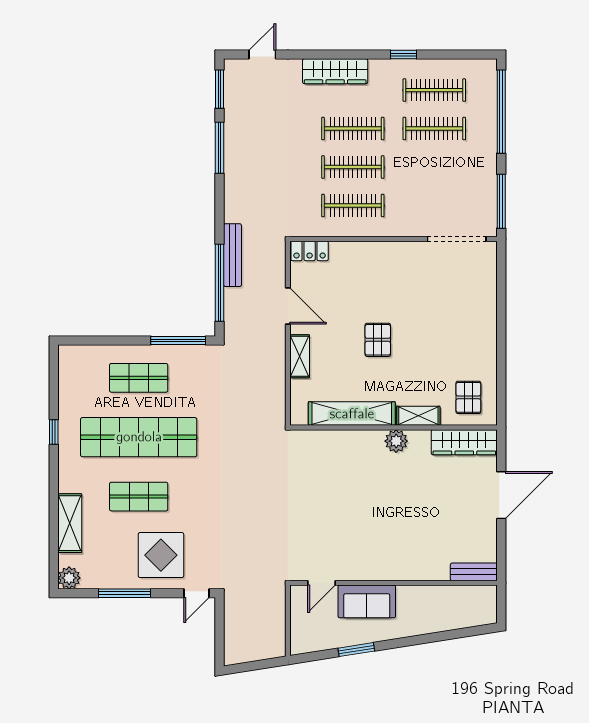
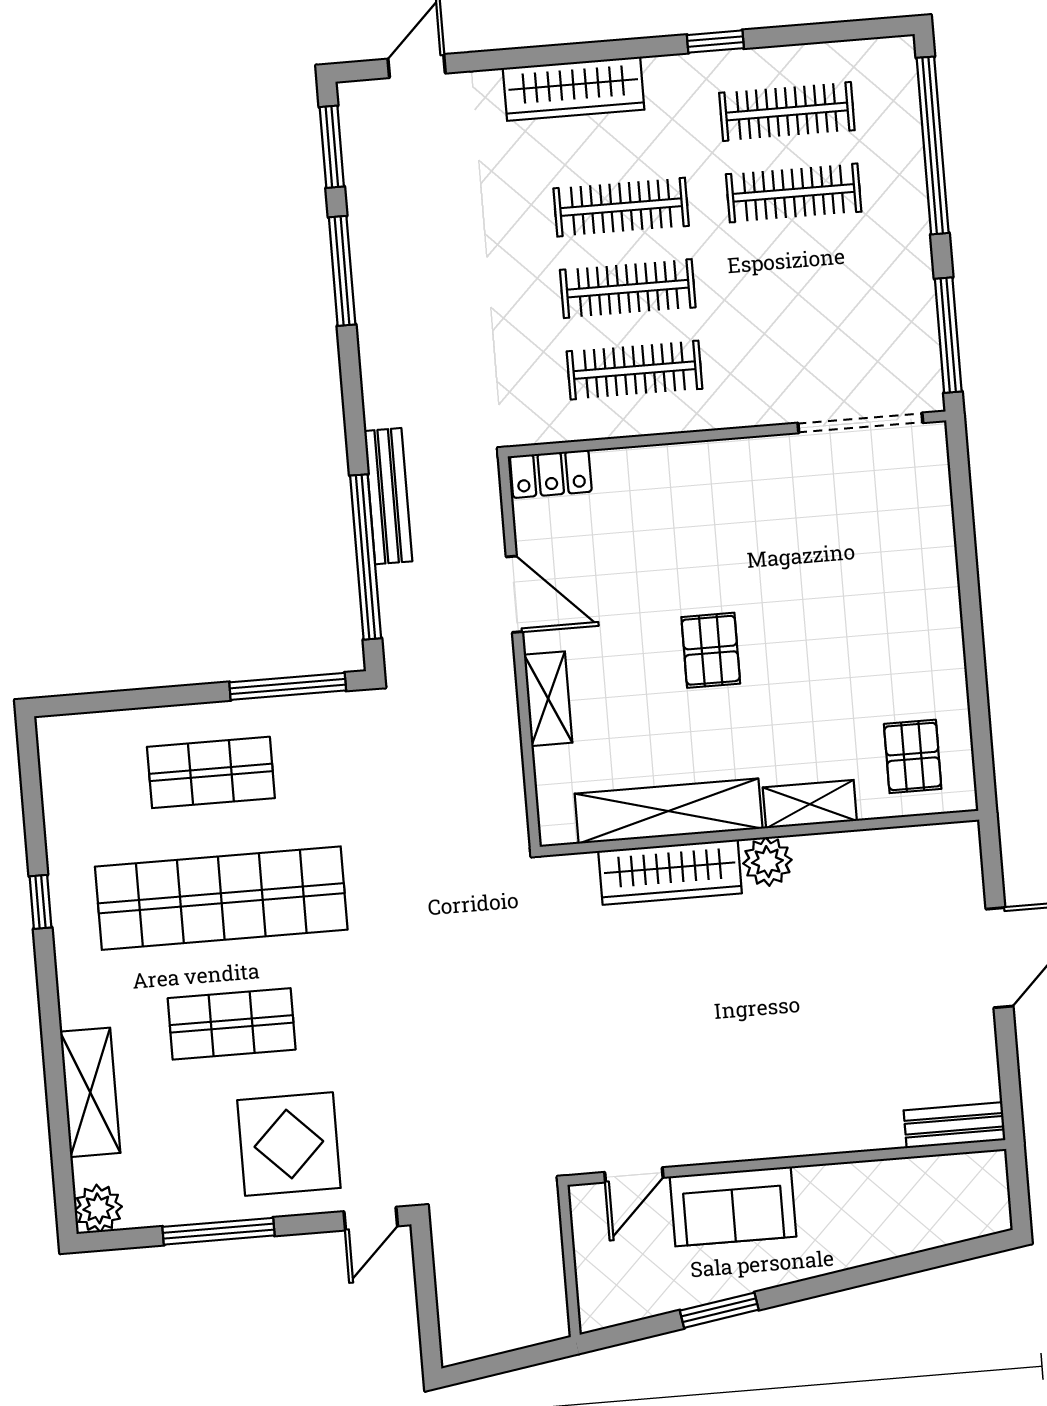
wardrobe: (464, 442) -> (670, 872), moved

